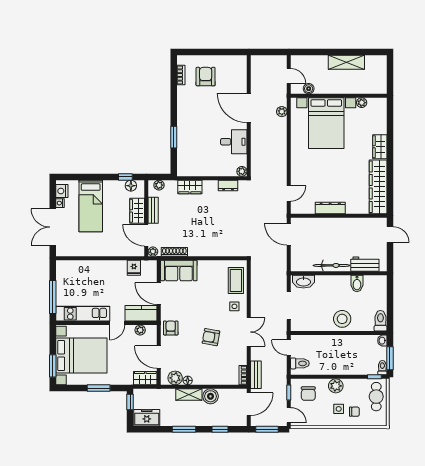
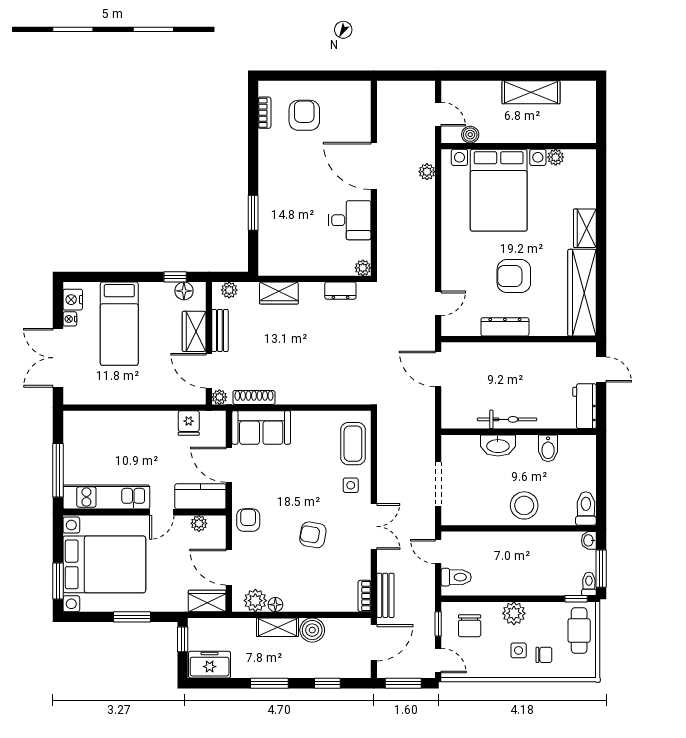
armchair: (336, 176) -> (514, 276), added
workbench: (365, 264) -> (584, 406), moved, turned -90
washbasin: (303, 282) -> (498, 445), moved

